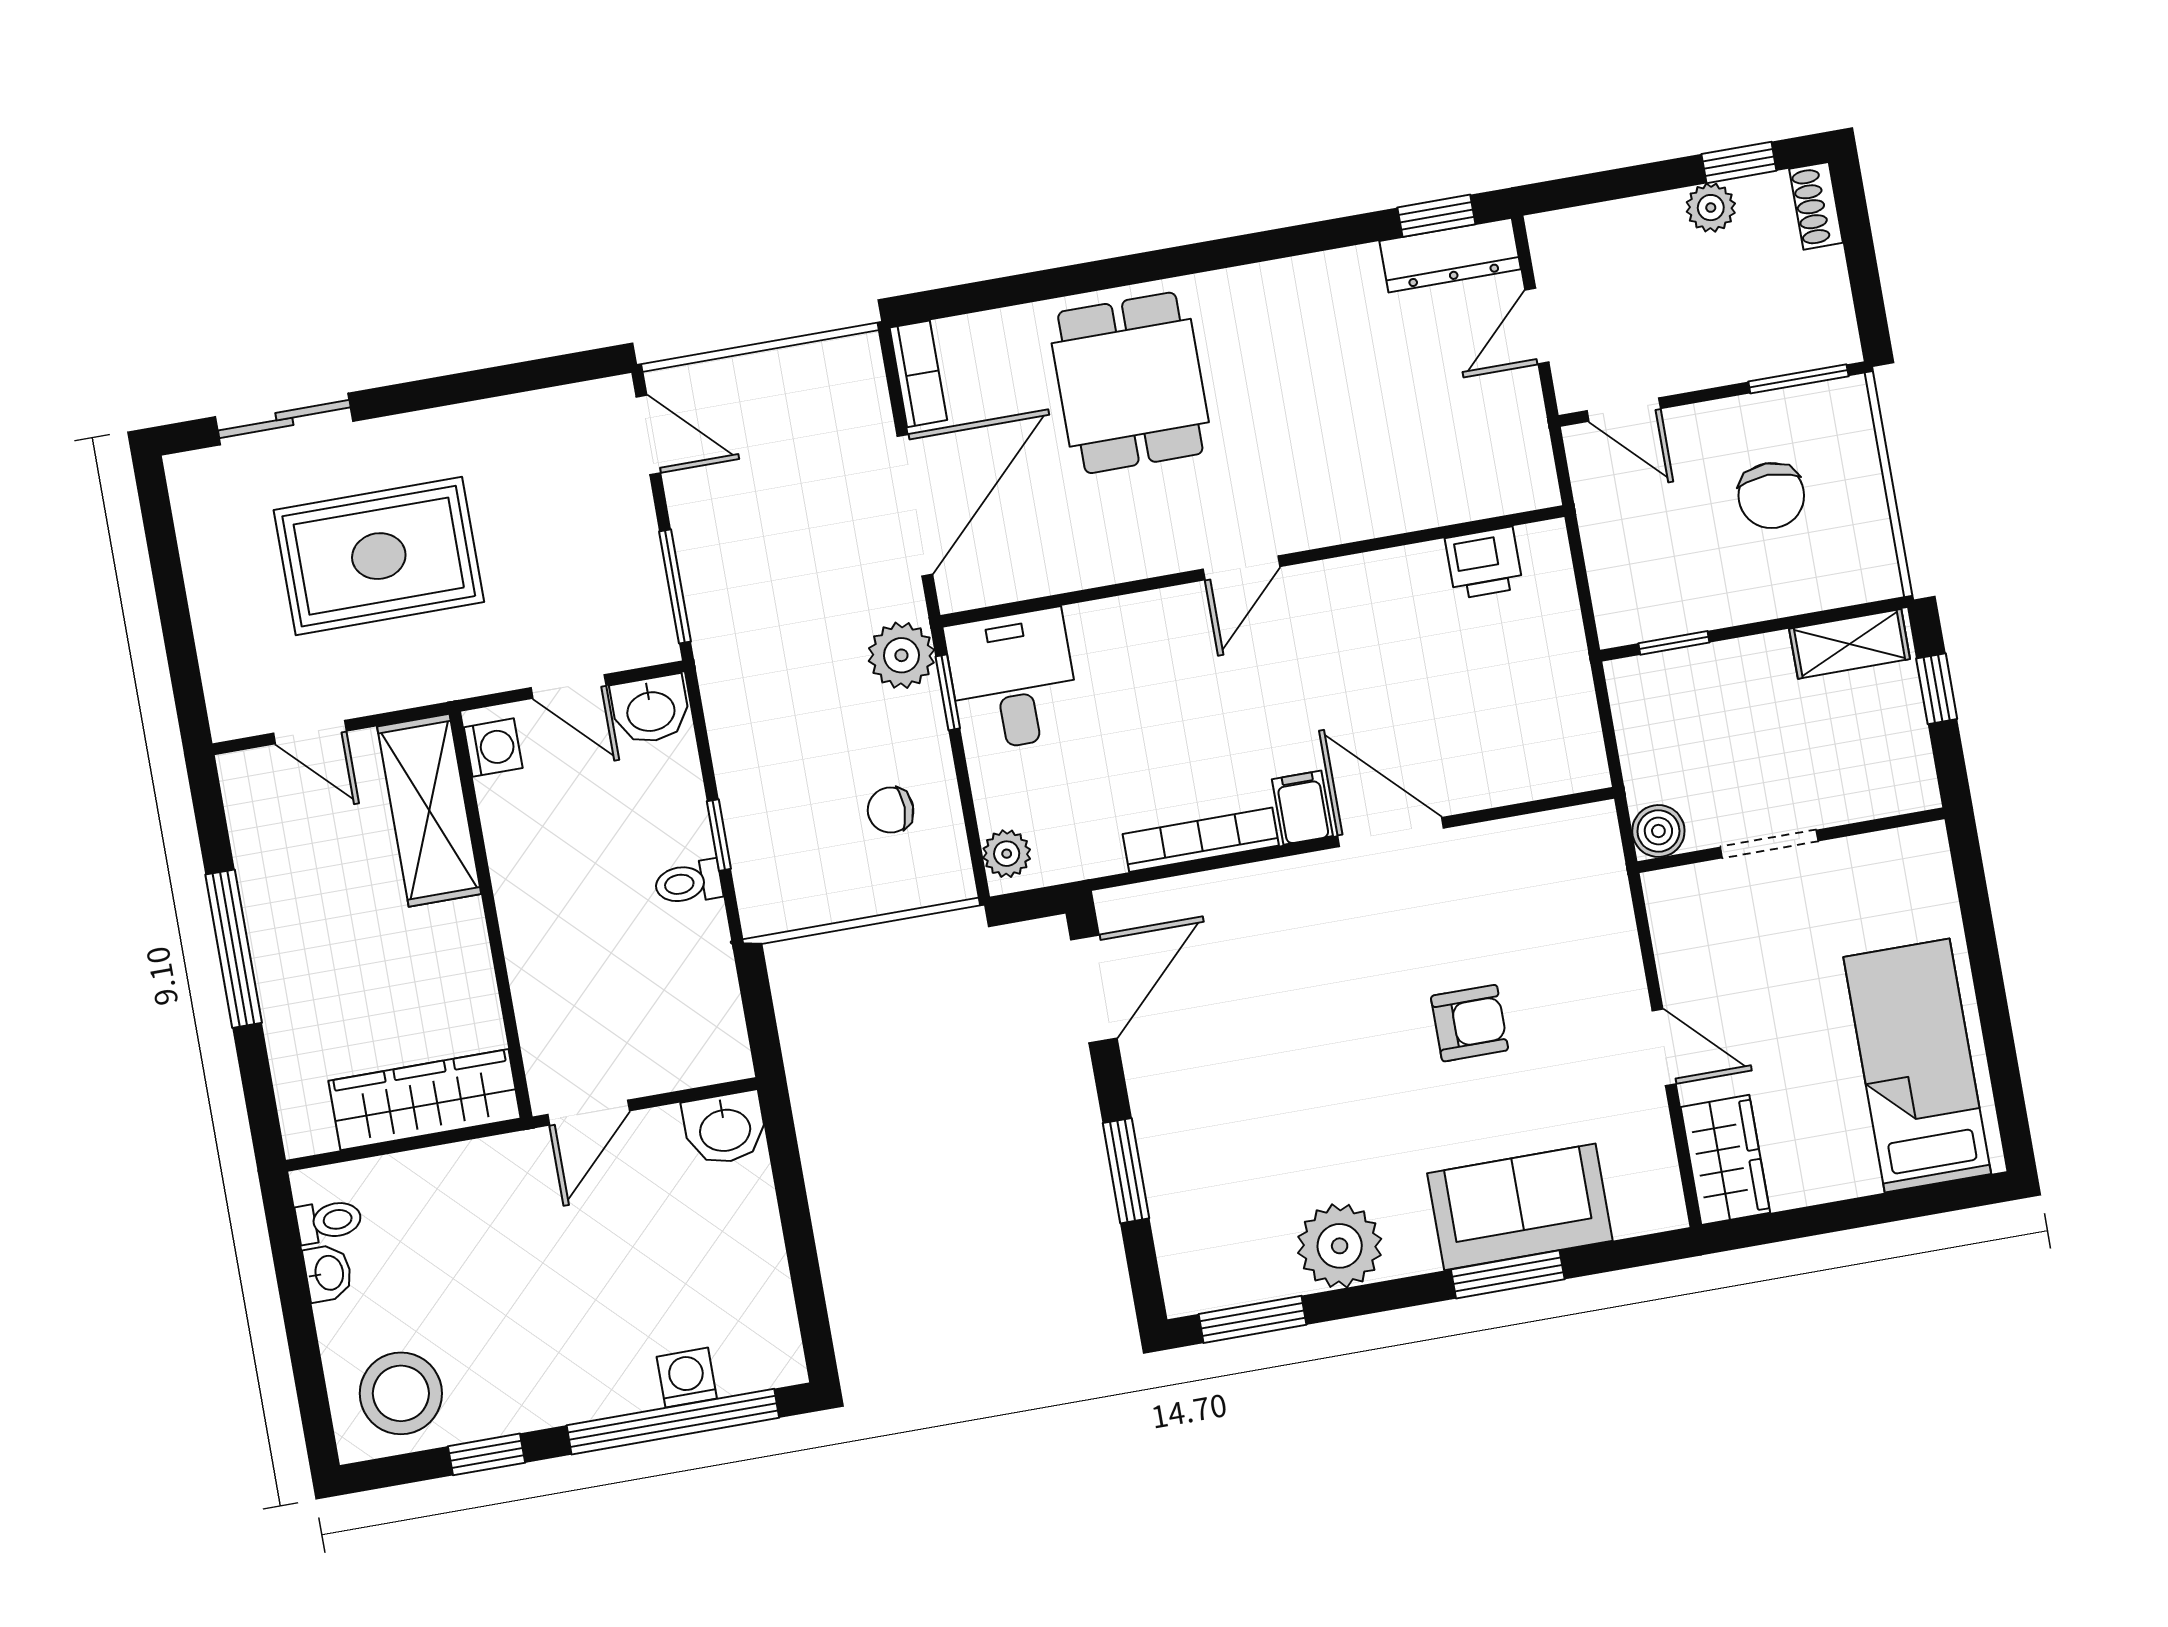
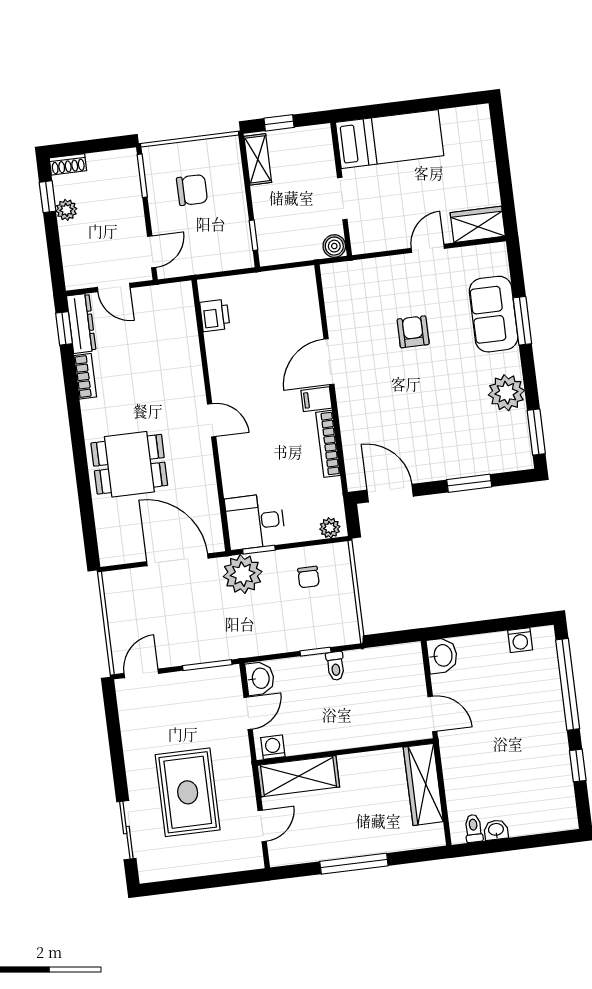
bookcase: (918, 374) -> (85, 376), moved, turned 90
plant: (901, 655) -> (243, 574), width x1.36, depth x1.36
bed: (1917, 1066) -> (390, 139), moved, turned 180
washing machine: (687, 1378) -> (520, 640), moved, turned -90
stool: (401, 1393) -> (550, 801), removed

